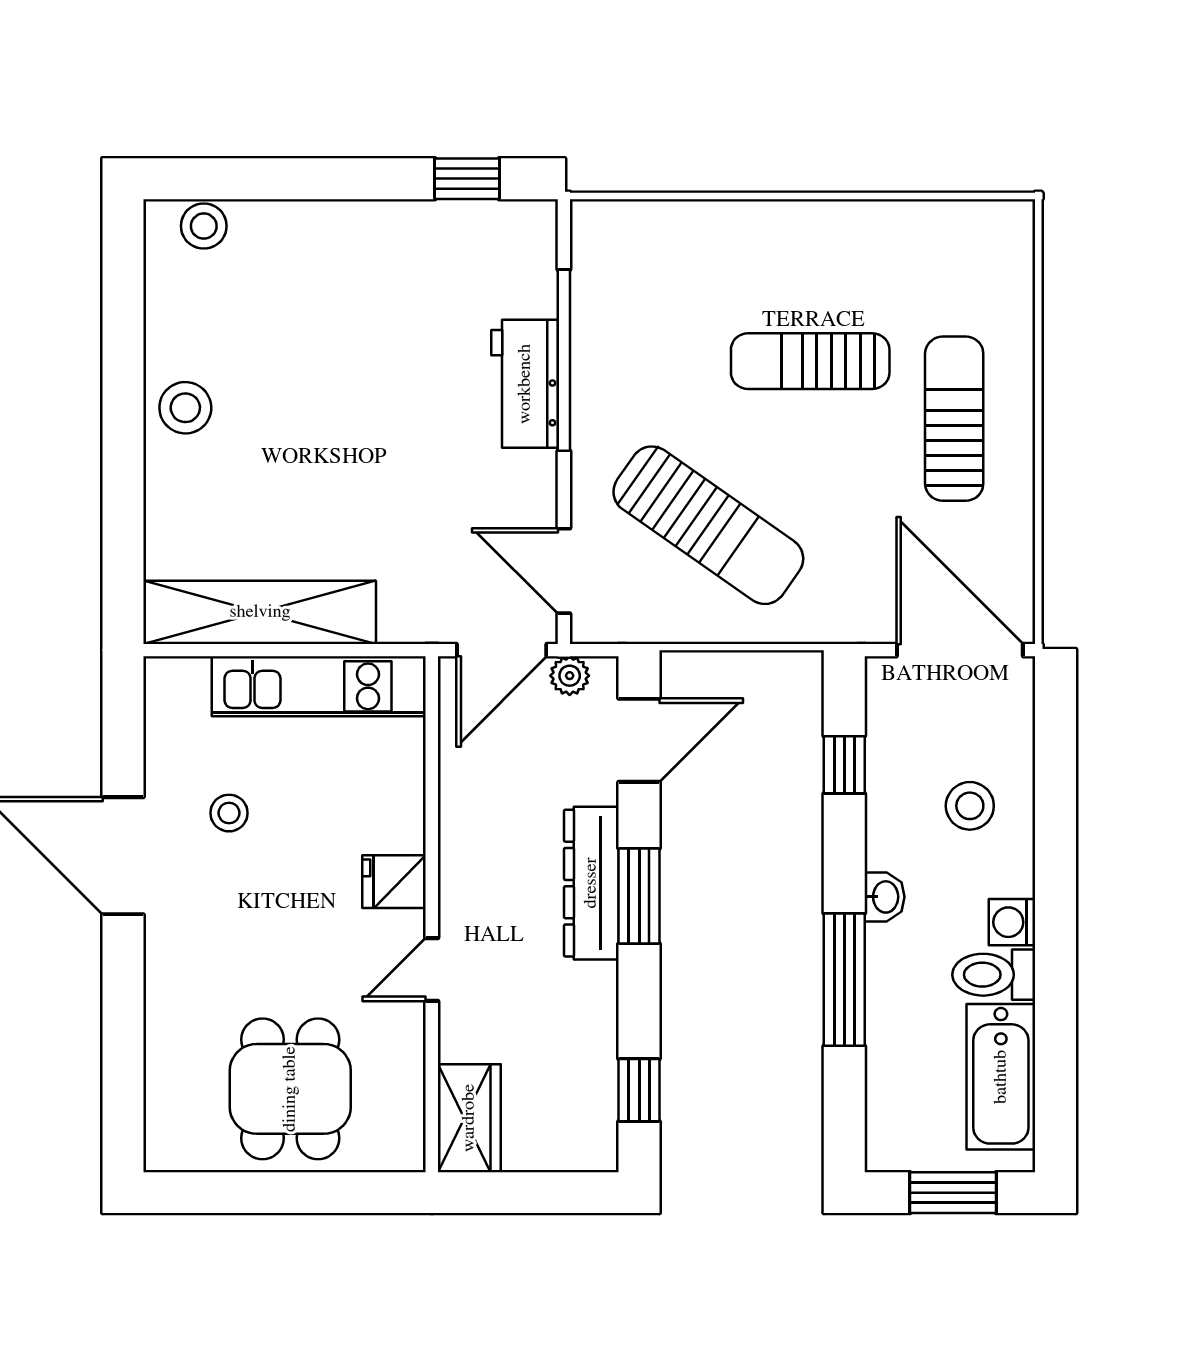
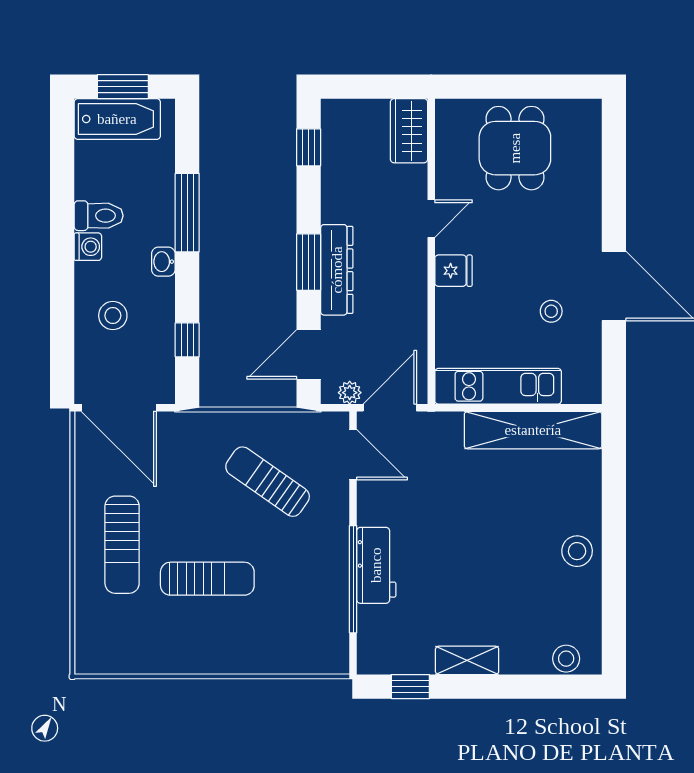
shelving: (371, 223) -> (467, 660), added
sun lounger: (708, 525) -> (268, 482), width x0.73, depth x0.75
bathtub: (1001, 1077) -> (117, 119), moved, turned 90

